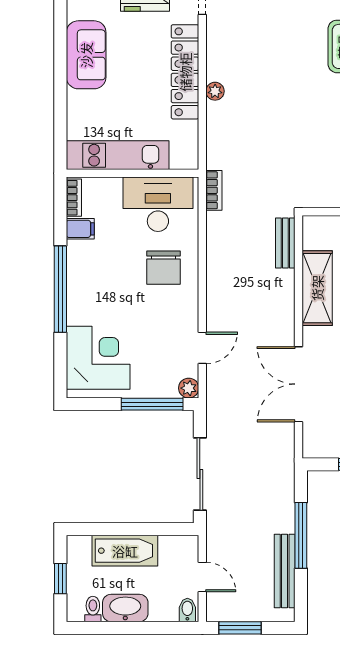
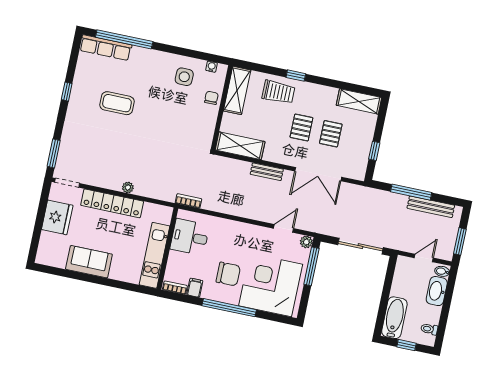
desk: (158, 204) -> (190, 237), width x0.73
bench: (285, 243) -> (267, 172), moved
chair: (164, 268) -> (228, 274), moved
shelving: (317, 288) -> (240, 146), moved
door: (202, 348) -> (284, 228), hinge flipped
corner desk: (98, 358) -> (271, 285), width x1.36, depth x1.36
bathtub: (125, 551) -> (394, 318), moved
washbasin: (125, 608) -> (437, 291), moved

